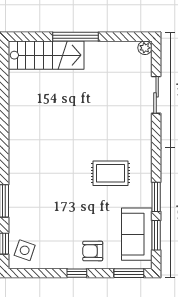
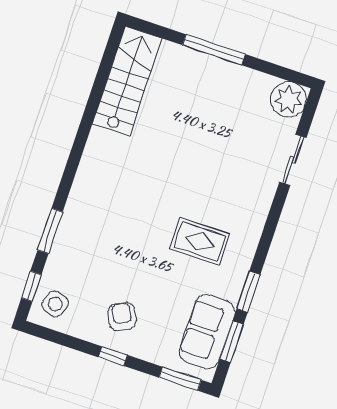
plant: (145, 48) -> (288, 100), width x1.87, depth x1.87
stairs: (46, 55) -> (127, 81), moved, turned -90
armchair: (93, 251) -> (122, 317), moved, turned 63

